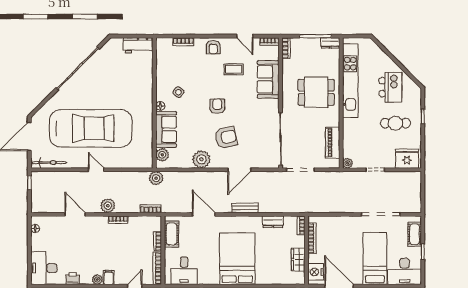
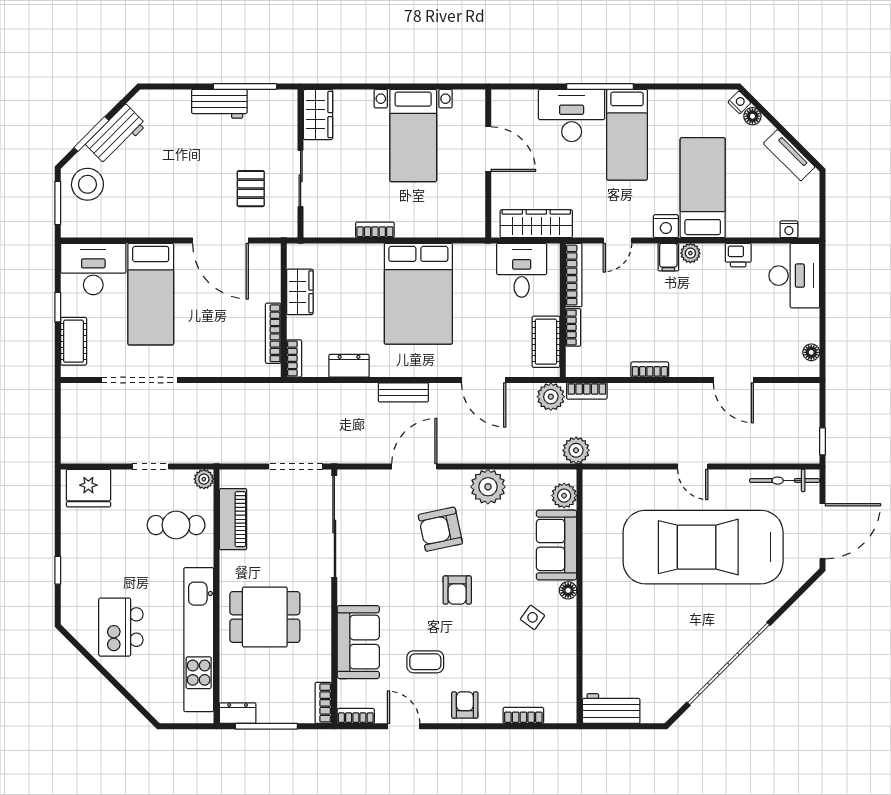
cafe table: (396, 123) -> (176, 525), moved
plant: (108, 206) -> (551, 397), moved
nightstand: (316, 272) -> (266, 268), removed

